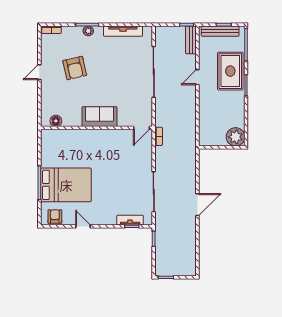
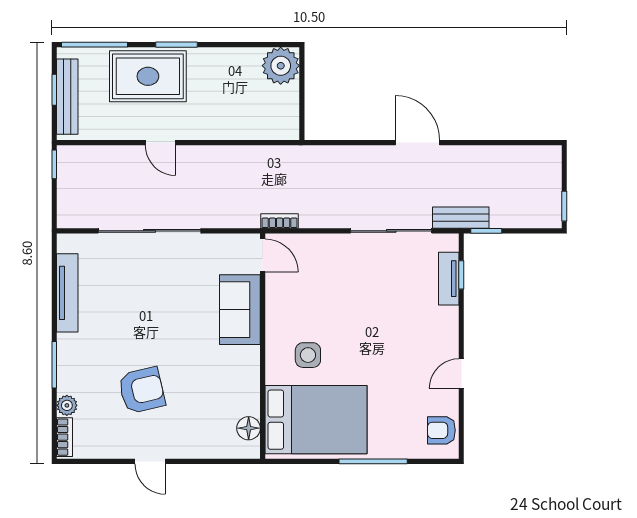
plant: (88, 31) -> (67, 405), moved
bench: (191, 40) -> (461, 218), moved
sofa: (99, 117) -> (240, 310), moved
side table: (92, 150) -> (308, 355), added
bed: (66, 185) -> (316, 420), moved, turned 90

